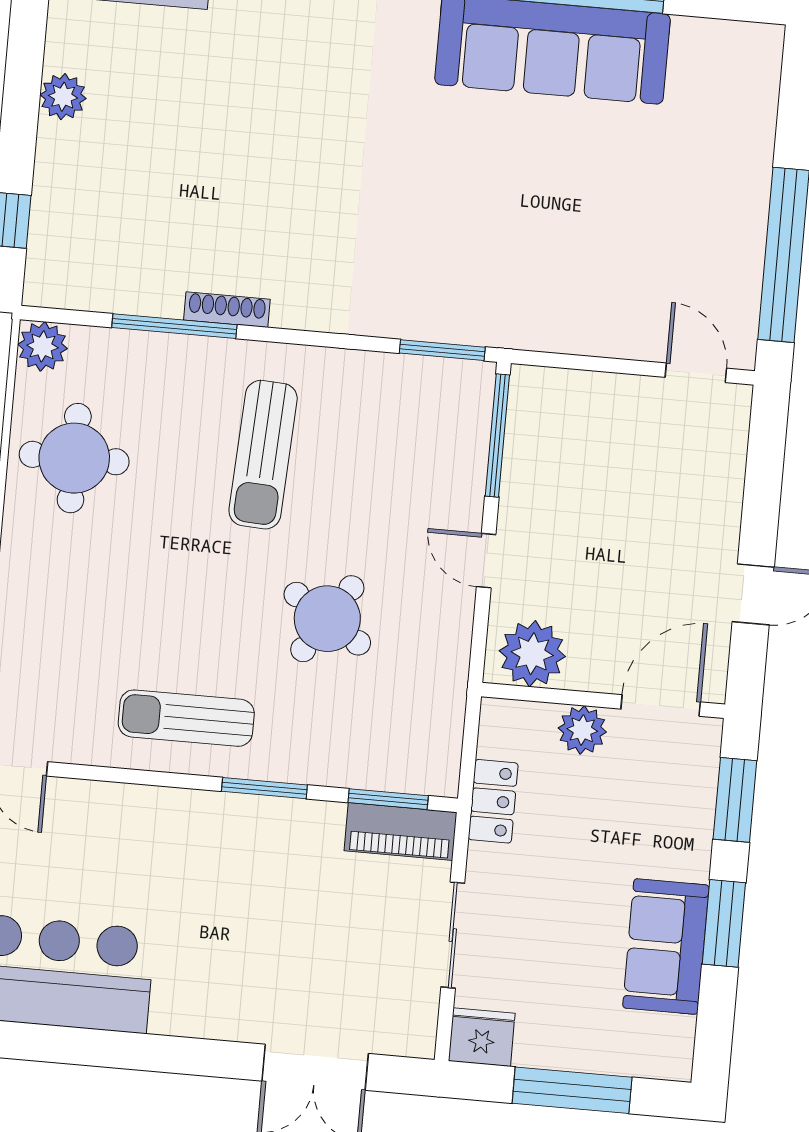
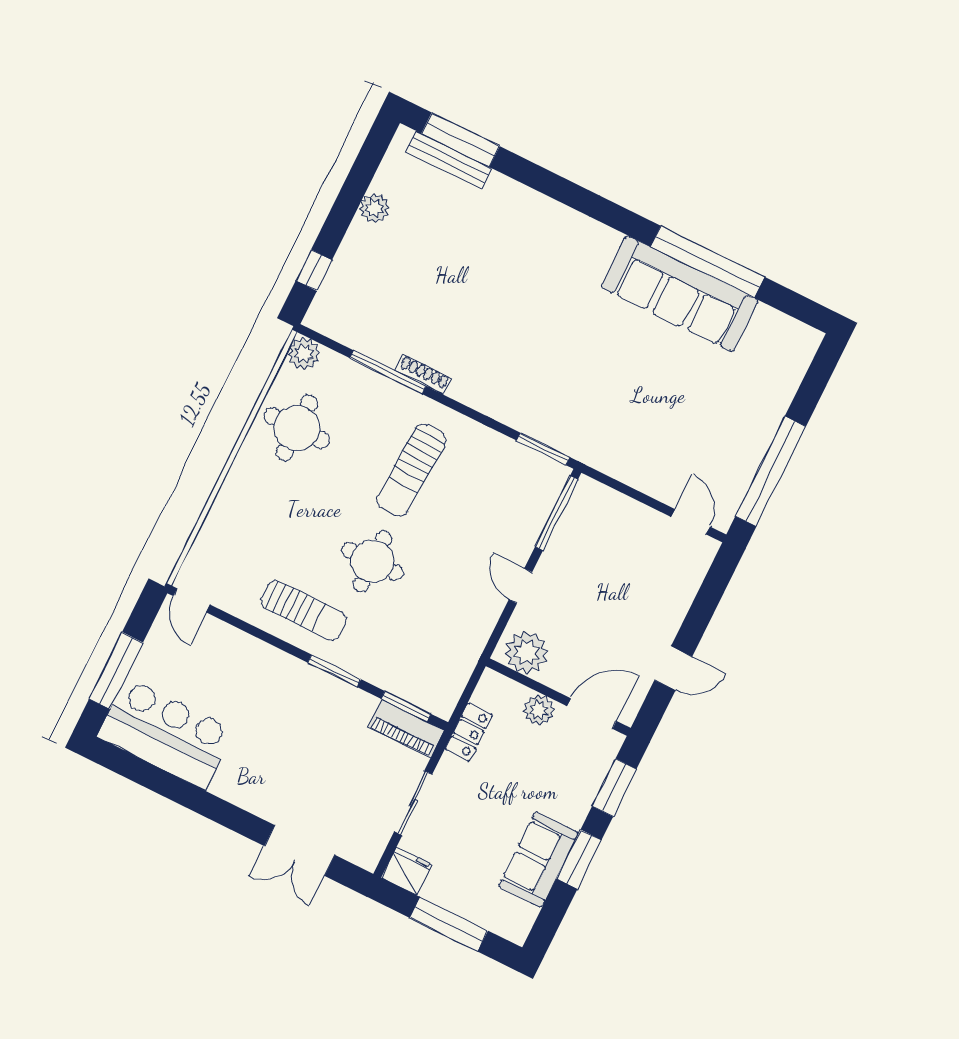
round table: (327, 619) -> (372, 561), moved, turned -33
sun lounger: (186, 718) -> (304, 610), turned 180

